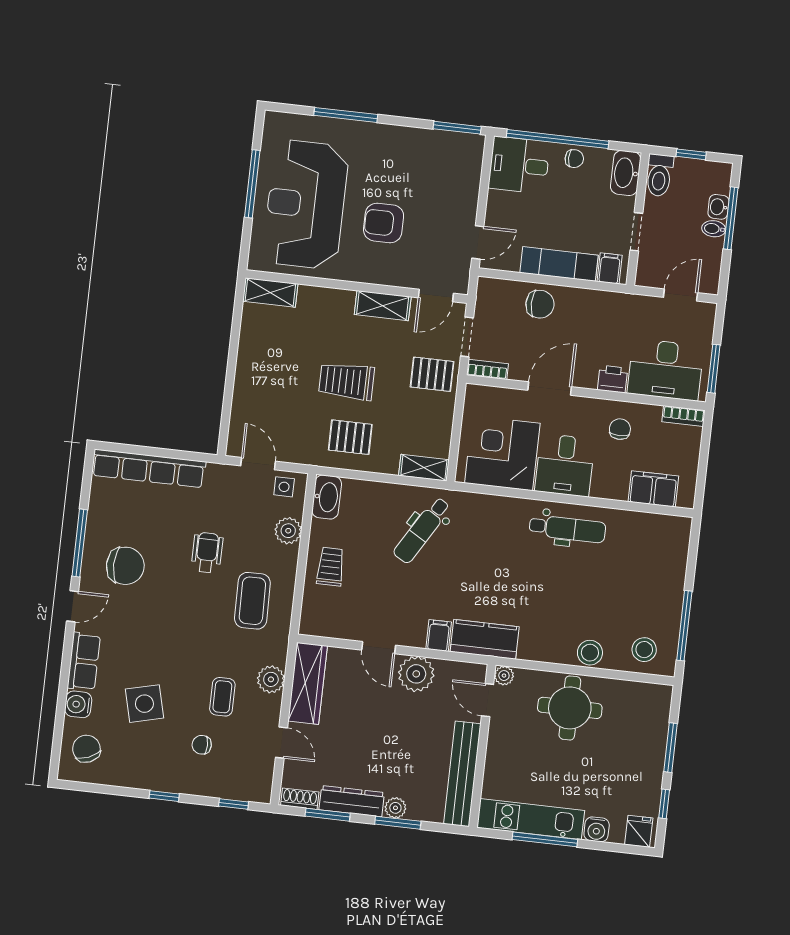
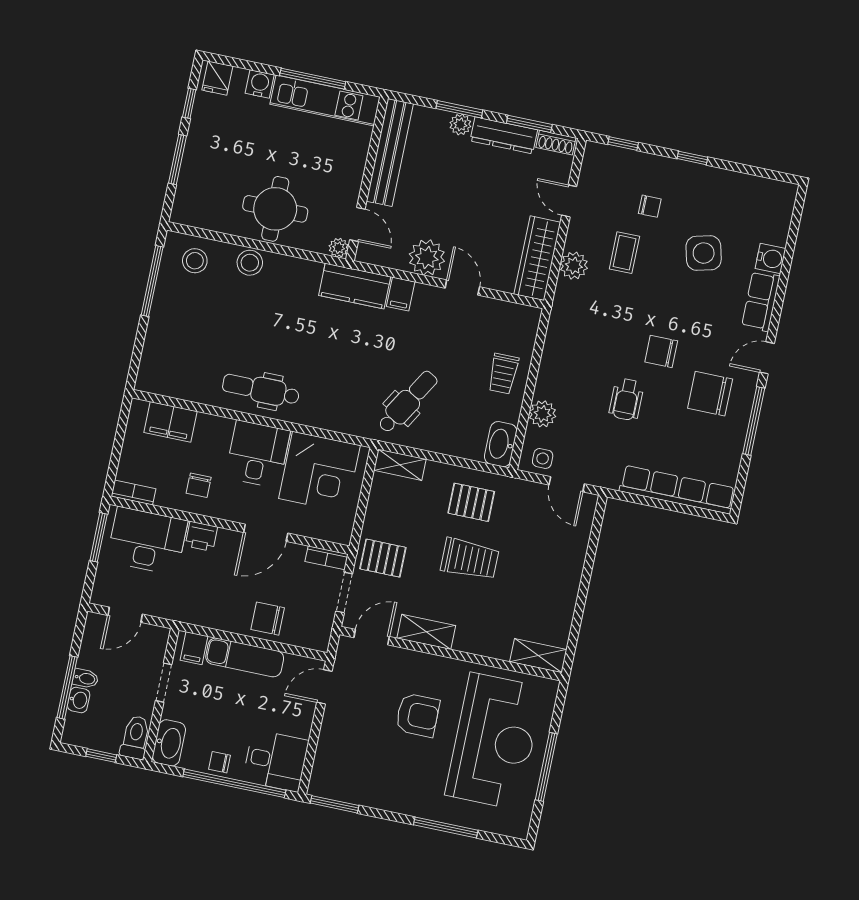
coffee table: (252, 601) -> (585, 347), removed
chair: (86, 749) -> (661, 351), moved, turned 113

